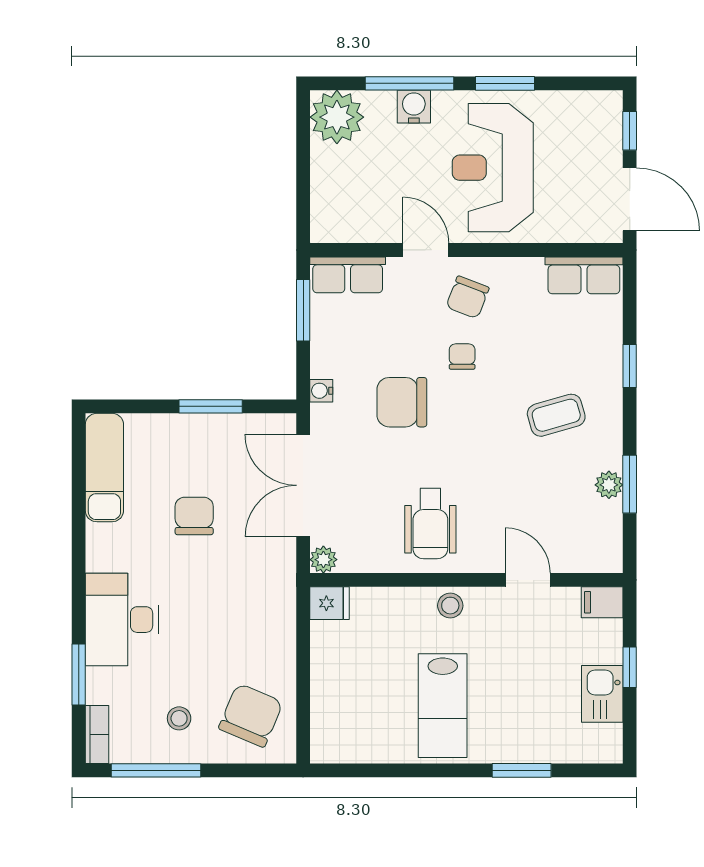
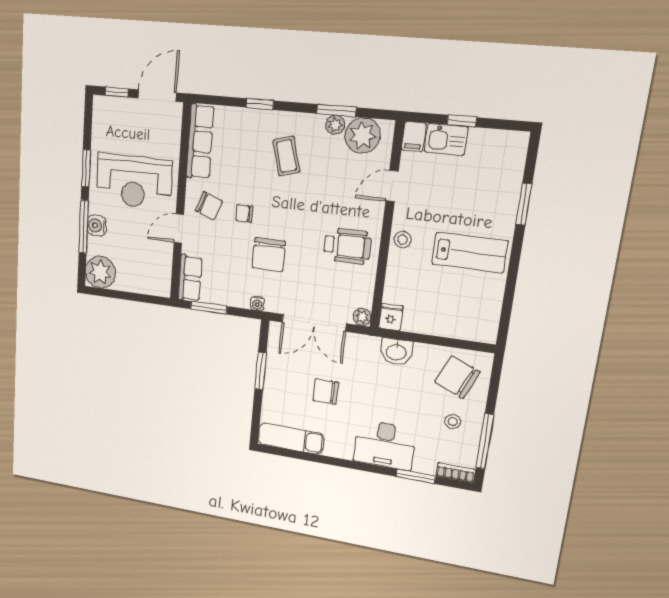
row of seats: (584, 275) -> (200, 142), width x1.48
plant: (597, 527) -> (362, 135), added
washbasin: (276, 619) -> (396, 352), added
kitchen sink: (602, 694) -> (446, 139), moved

